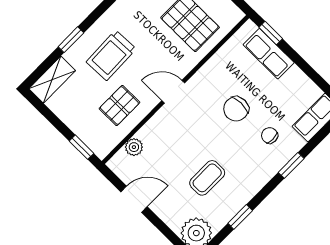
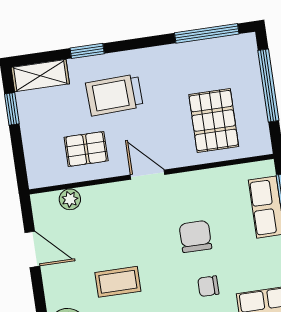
chair: (236, 109) -> (195, 236), turned 90
chair: (270, 135) -> (208, 286), turned -90
window: (81, 147) -> (12, 109), moved

